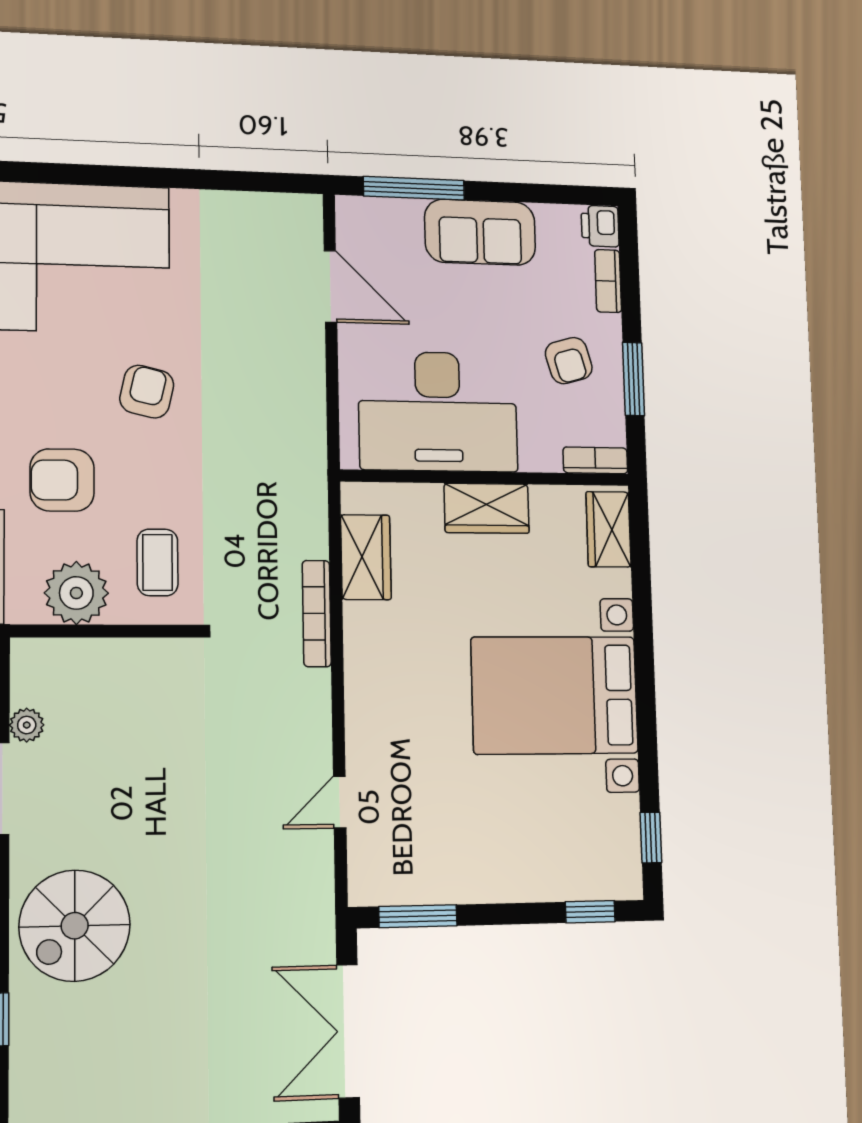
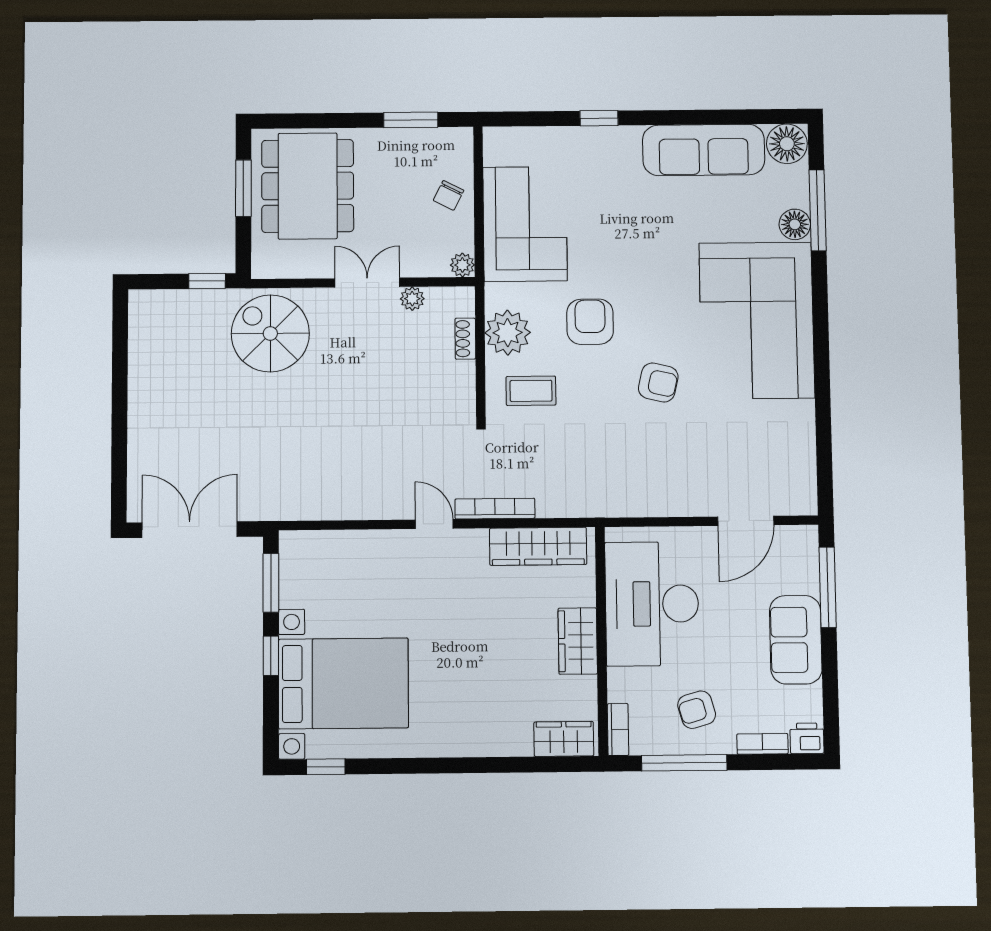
window: (634, 379) -> (684, 763), width x1.44
wardrobe: (366, 557) -> (538, 546), width x1.50
shoe rack: (84, 651) -> (465, 339), added
bed with nightstands: (555, 695) -> (343, 683), moved, turned 90
door: (340, 802) -> (434, 524), moved
window: (590, 912) -> (271, 656), moved

